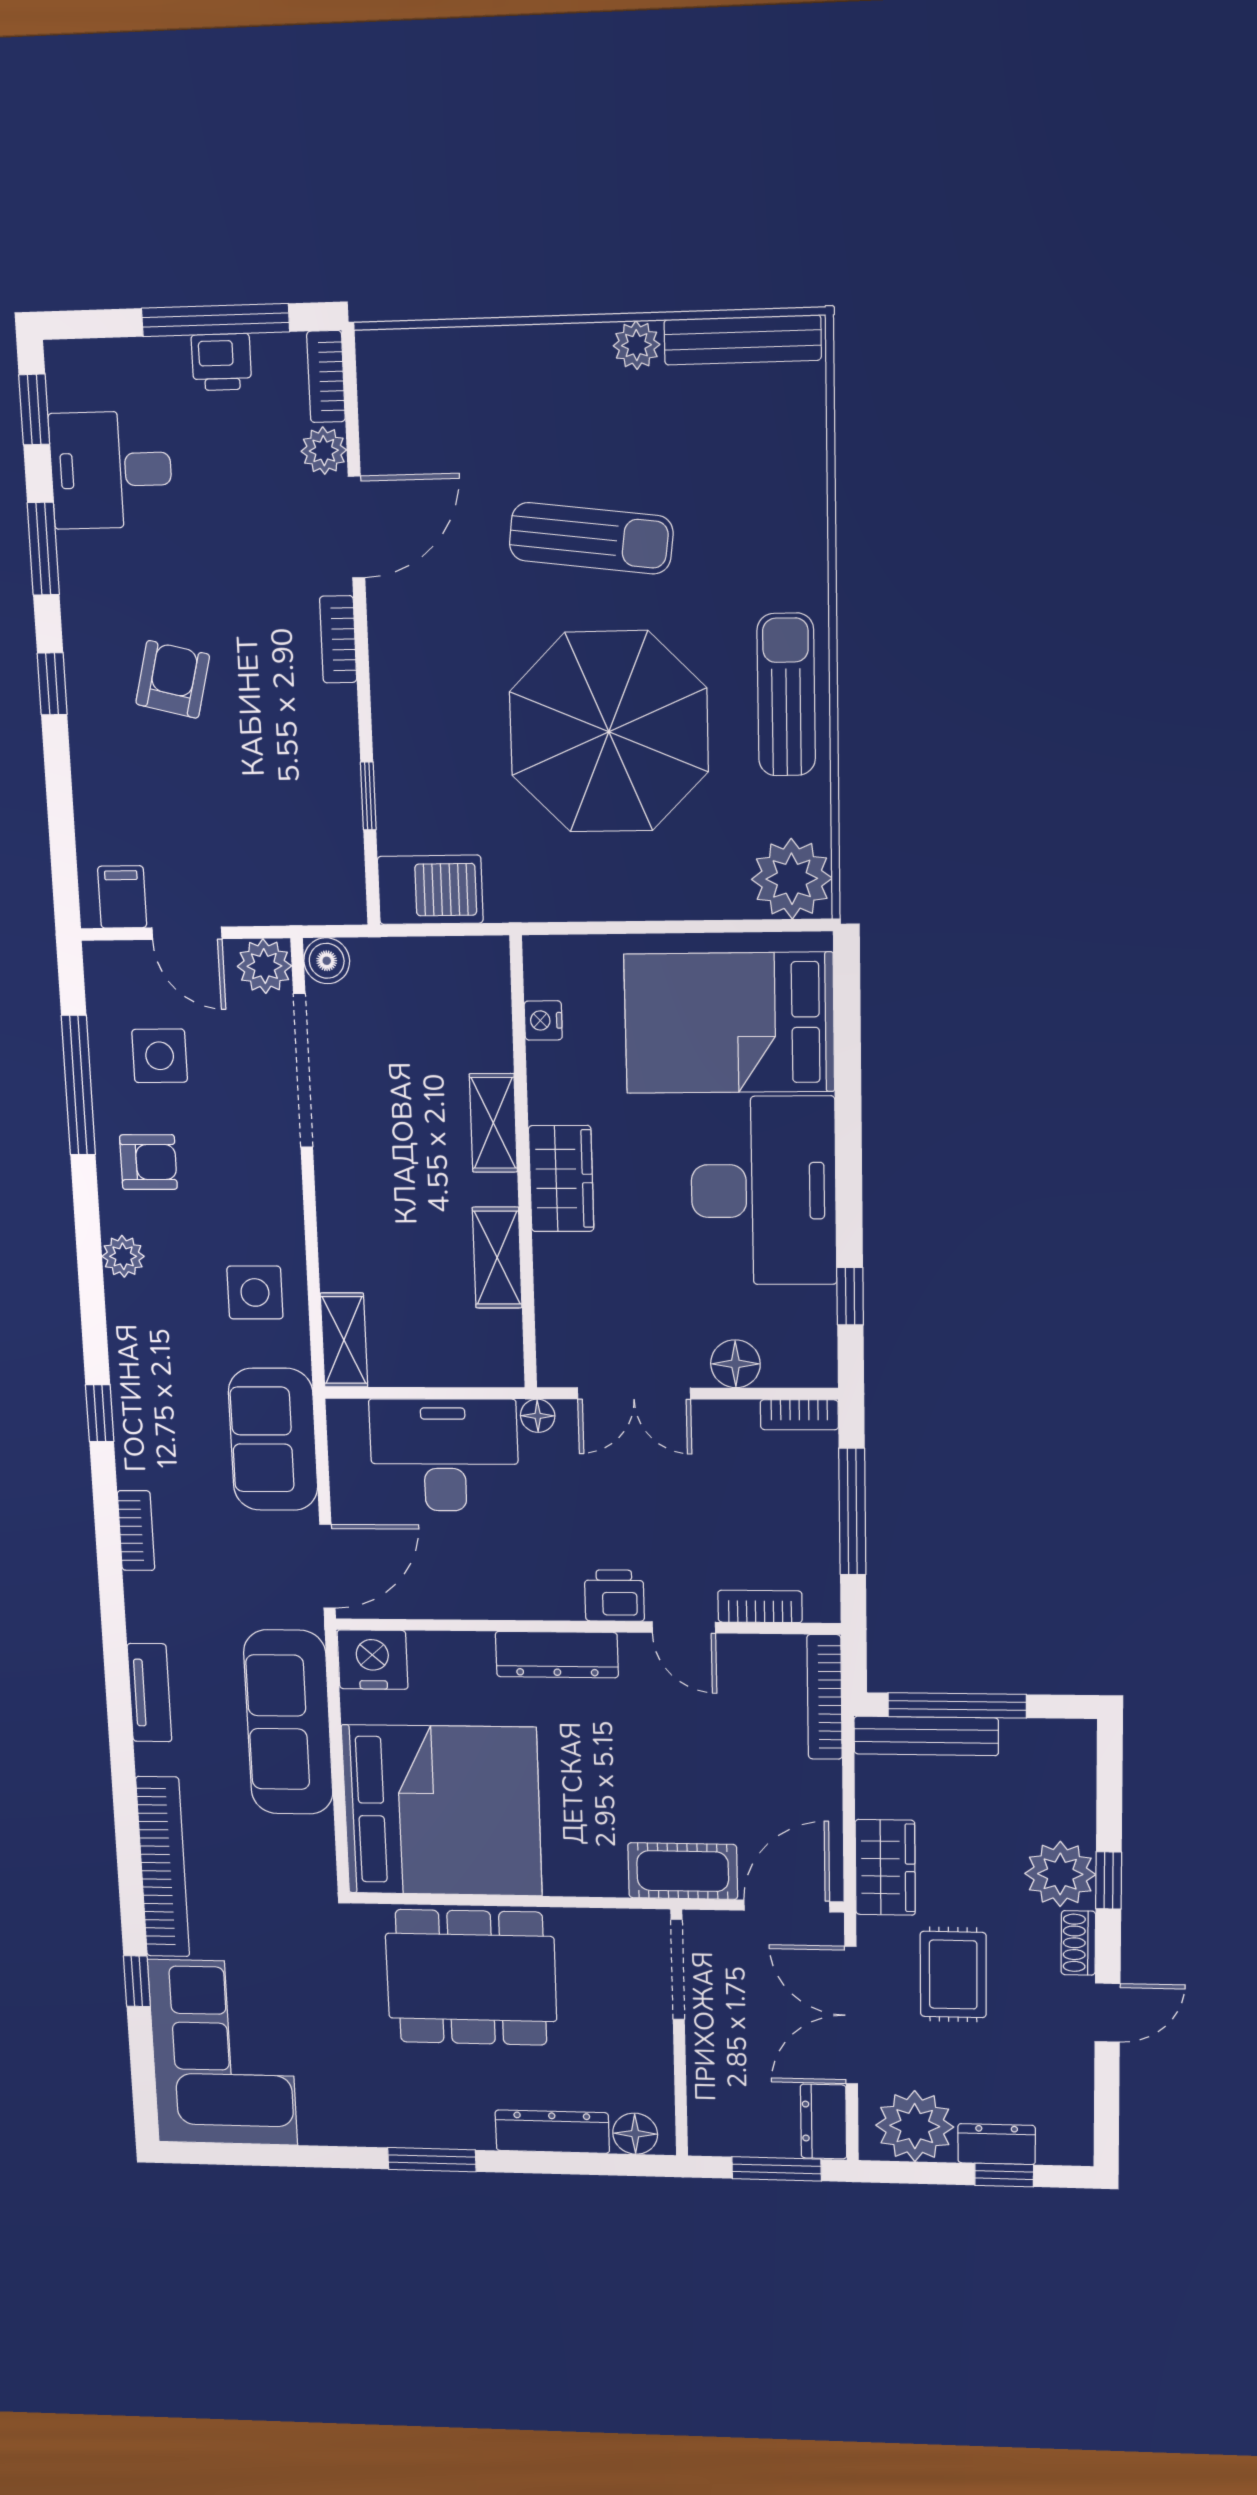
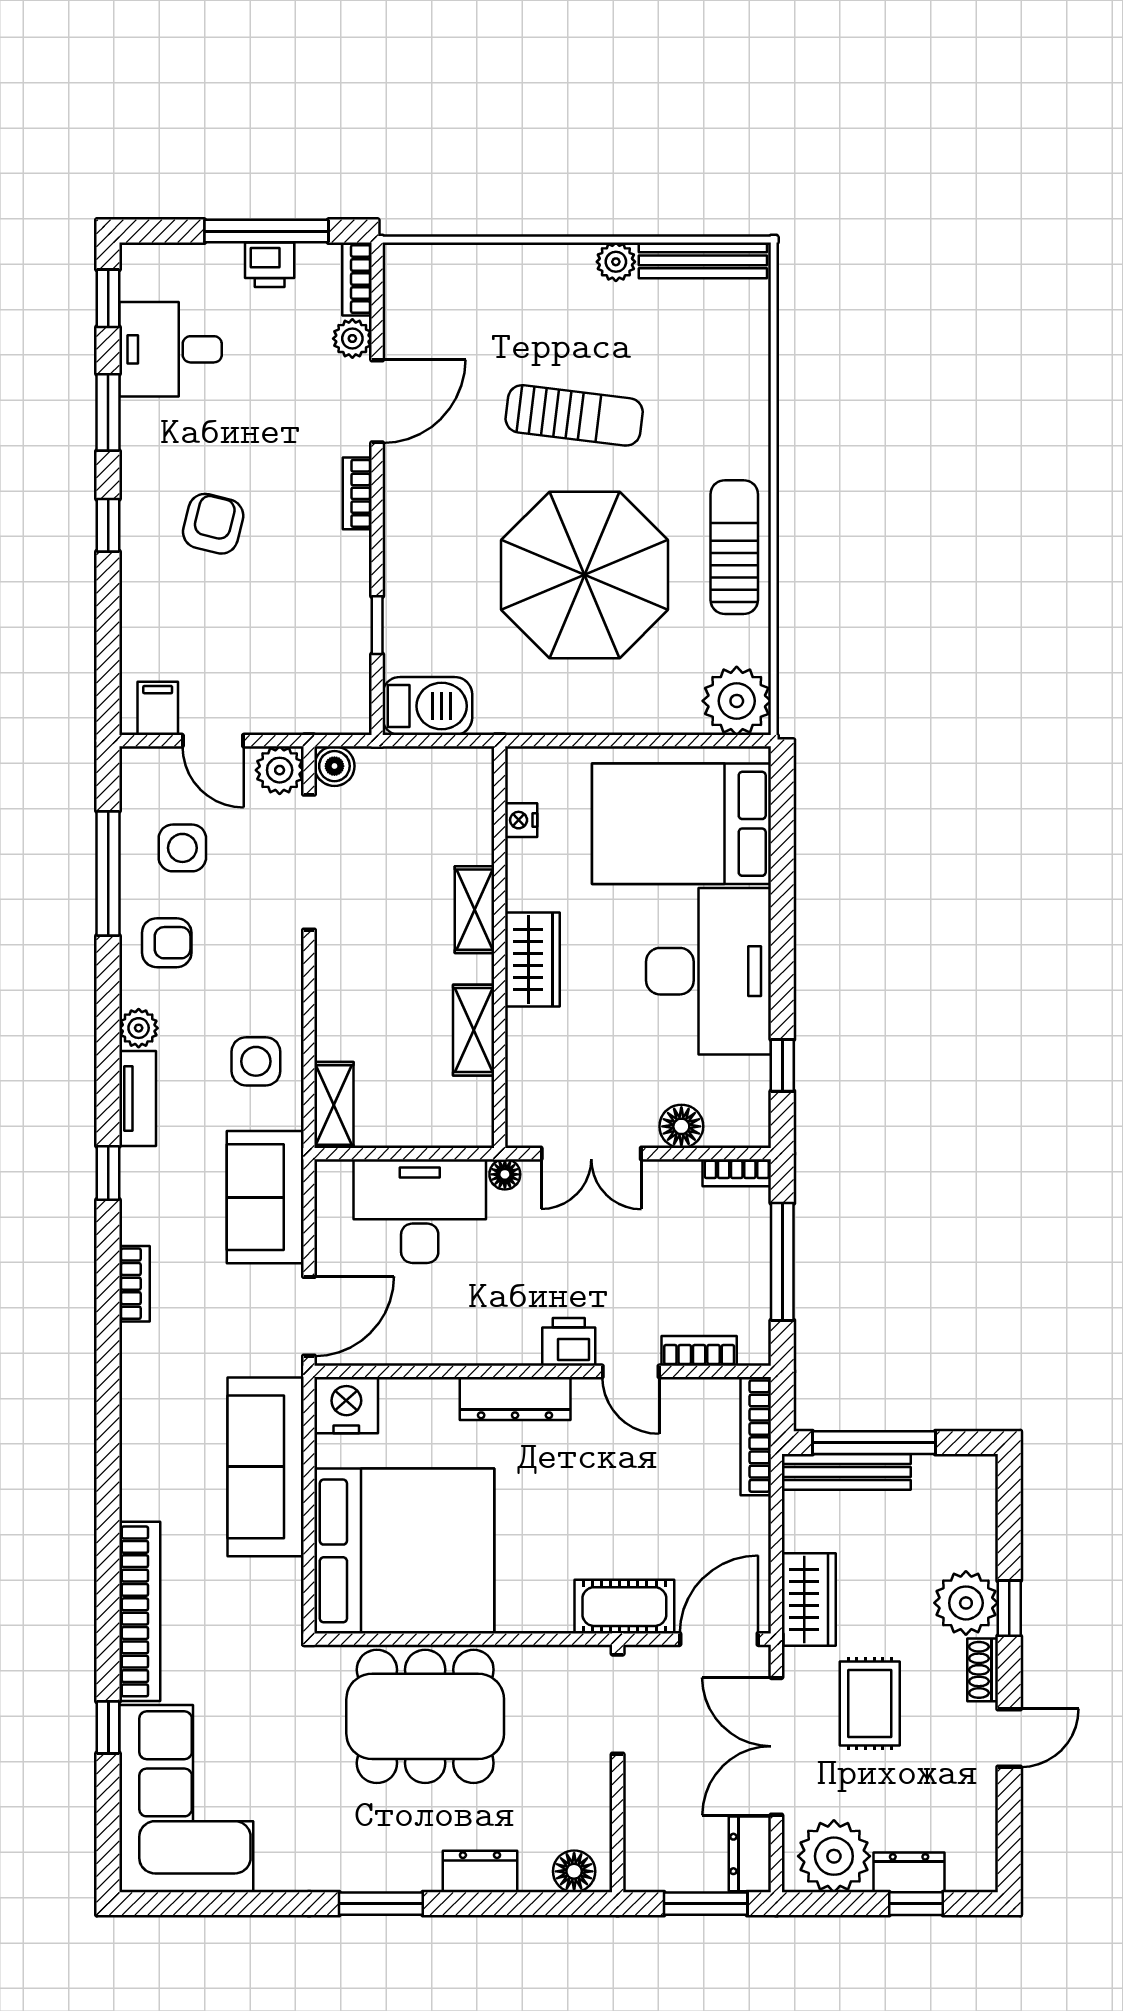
tv unit: (149, 1693) -> (138, 1099), moved
dresser: (552, 2132) -> (480, 1871), width x0.70

